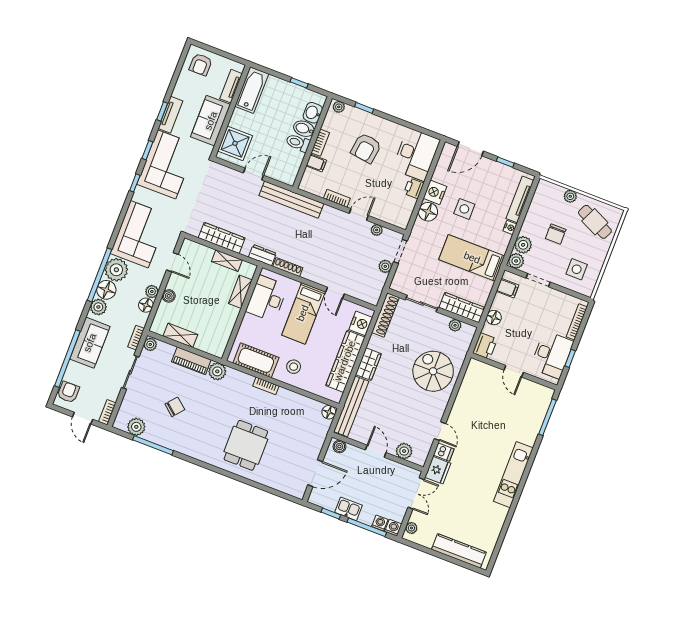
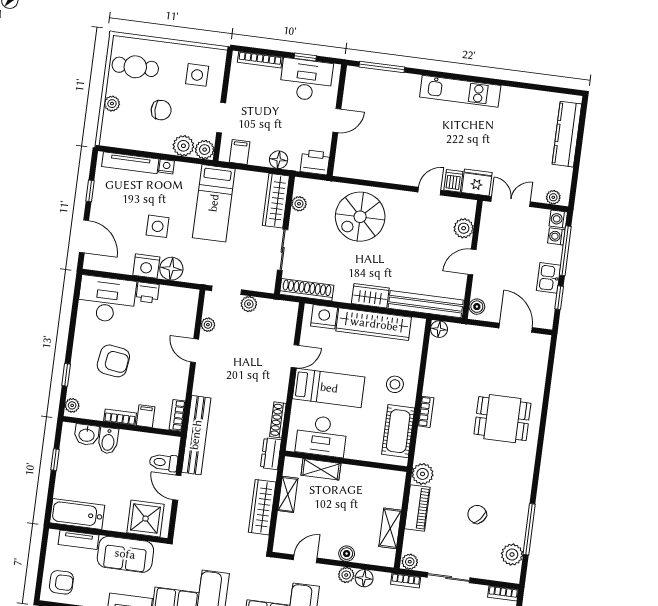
toilet: (298, 143) -> (163, 462), moved, turned 90
bookcase: (337, 198) -> (177, 415), moved
cafe table: (595, 222) -> (135, 67), turned 65

